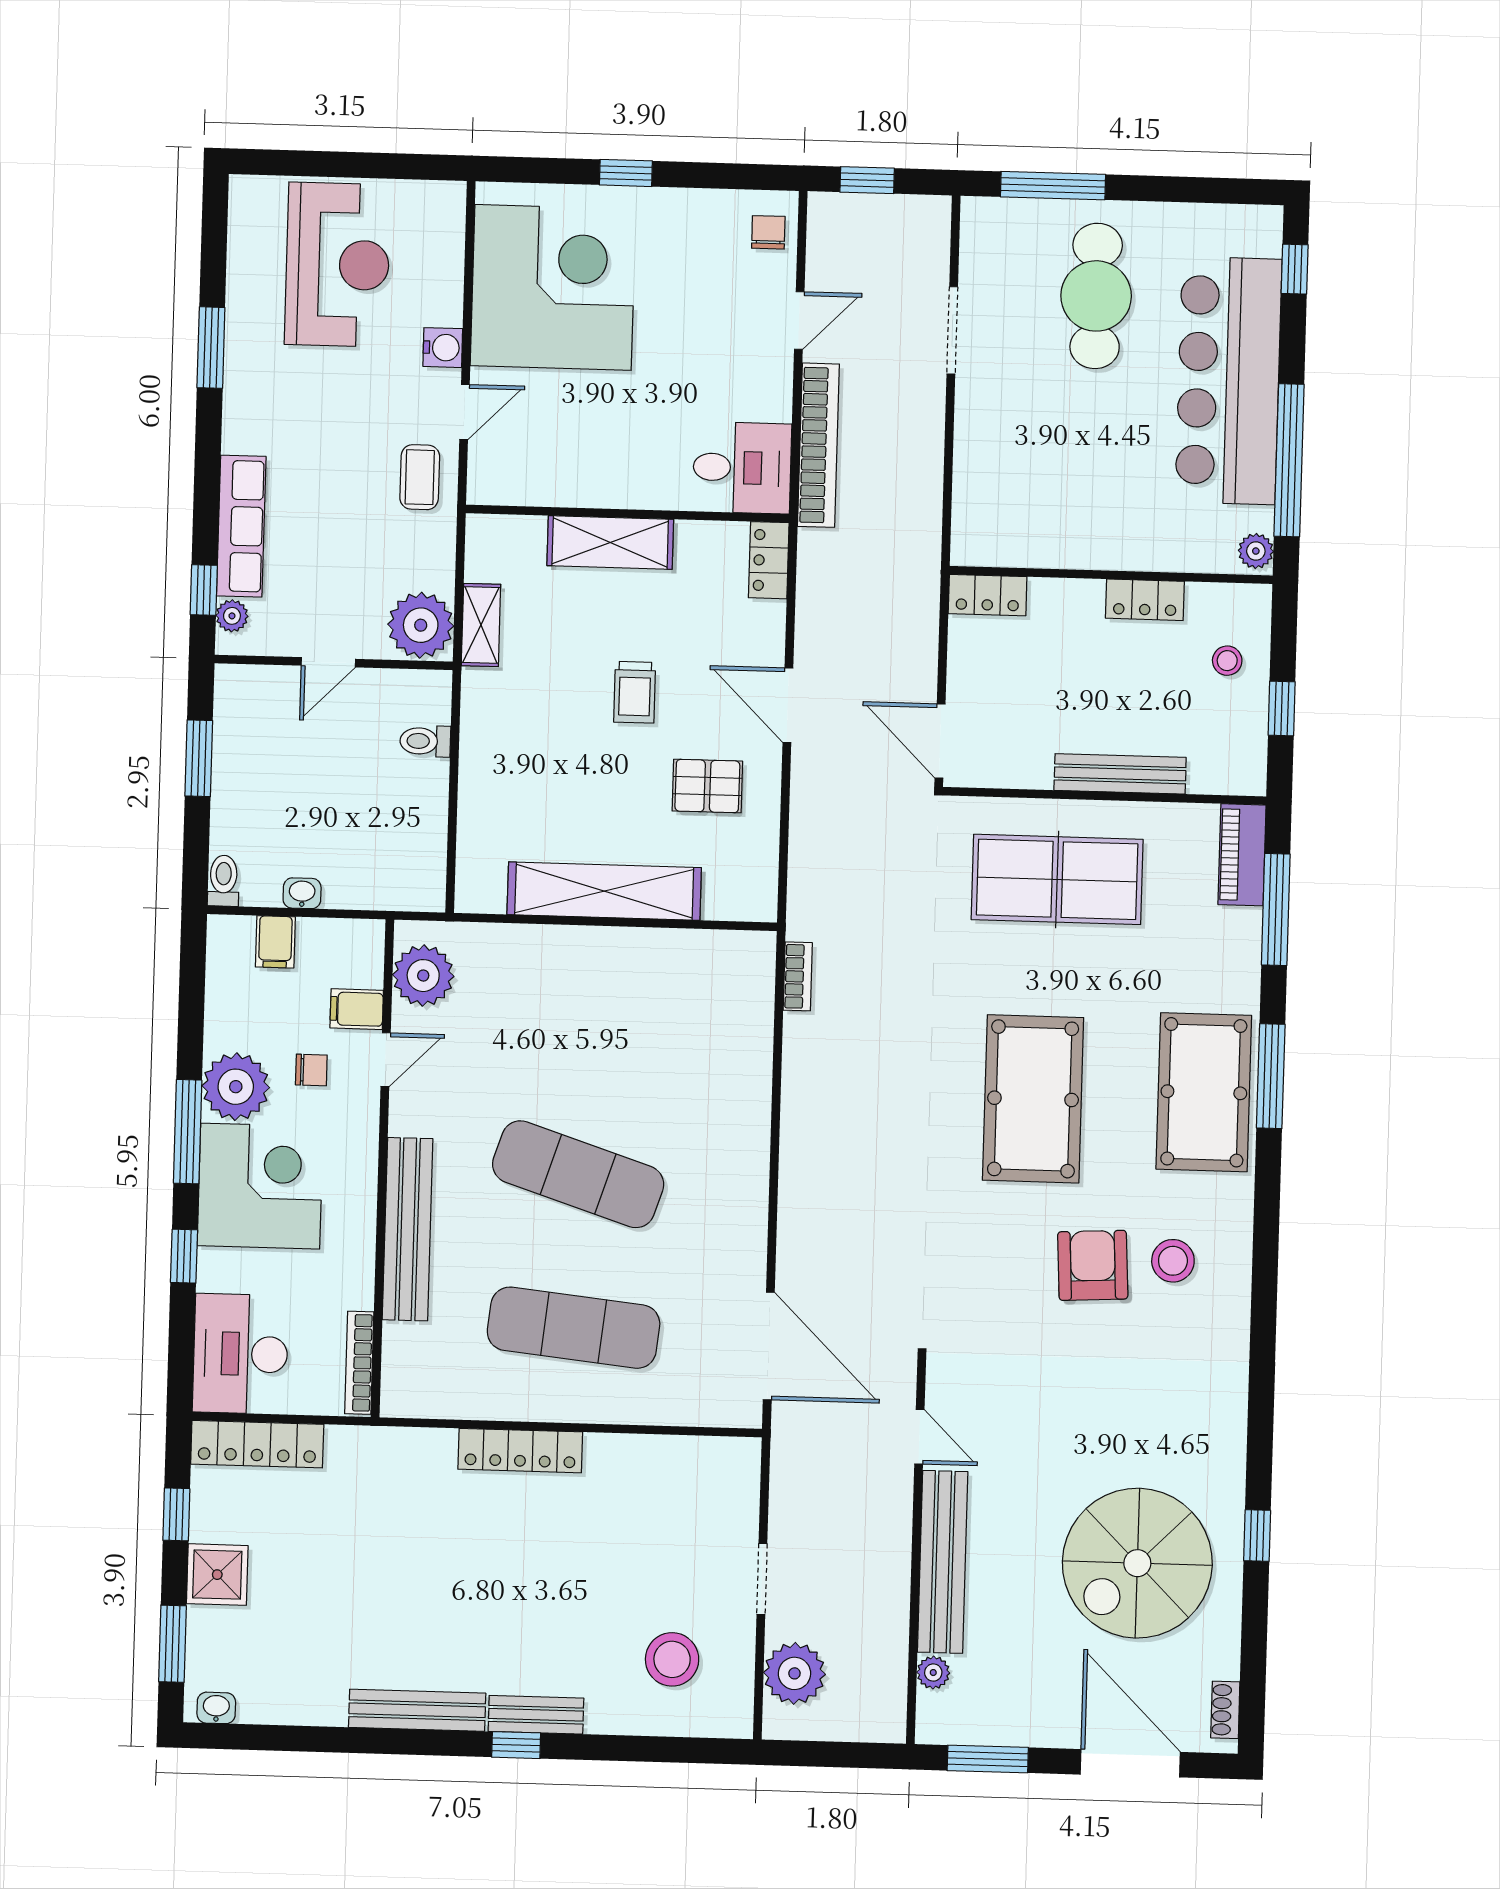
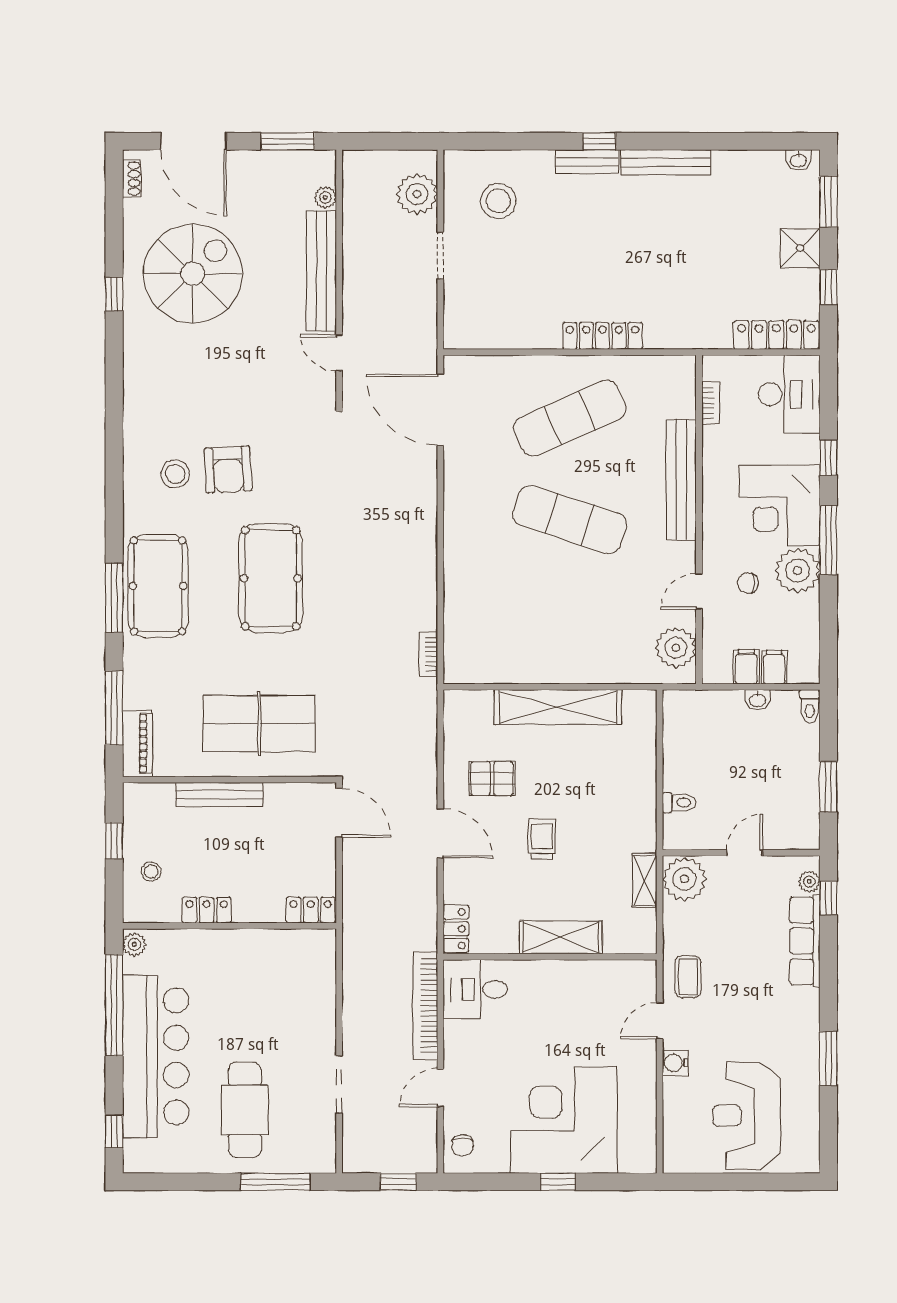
corner desk: (553, 287) -> (564, 1120), moved, turned 90
filing cabinet: (357, 1009) -> (746, 667), moved, turned -90
exercise mat: (574, 1328) -> (570, 418), turned -30
bookcase: (359, 1363) -> (711, 403), width x0.64

